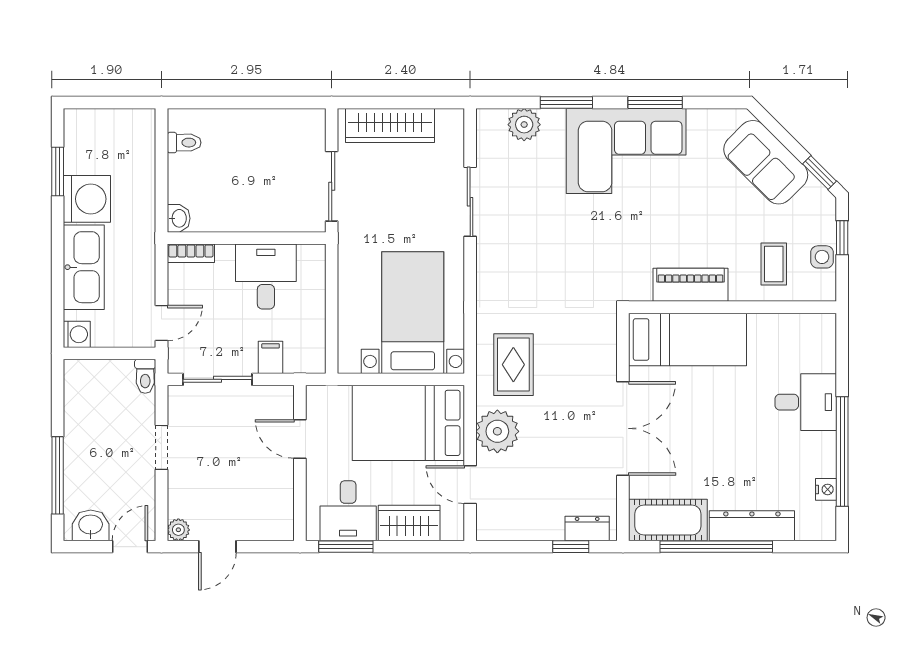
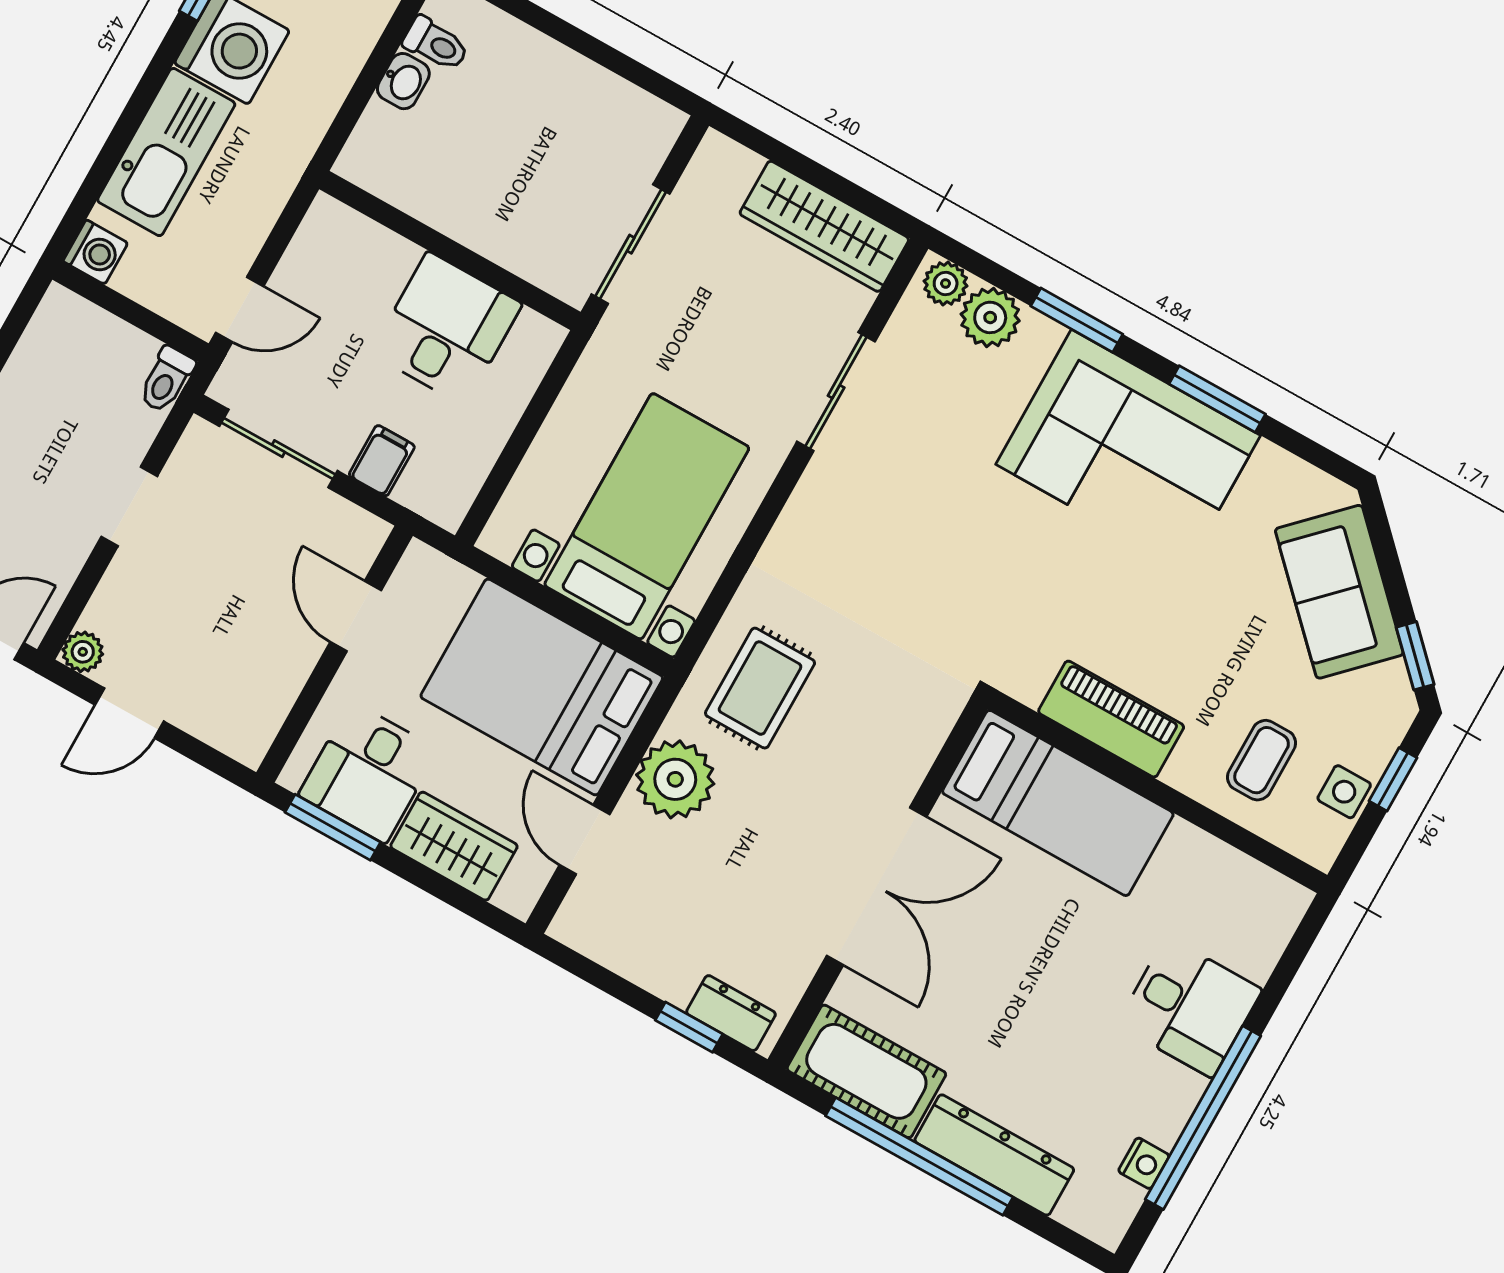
plant: (494, 120) -> (946, 284), added
wardrobe: (390, 125) -> (824, 226), moved
washbasin: (179, 218) -> (403, 81), moved
bookcase: (191, 253) -> (348, 225), removed

